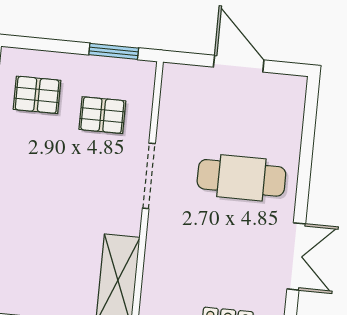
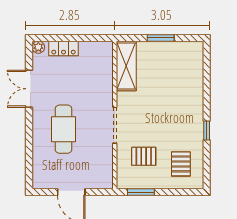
pallet: (37, 95) -> (181, 164), turned 90
cafe table: (241, 178) -> (63, 129), turned 90

